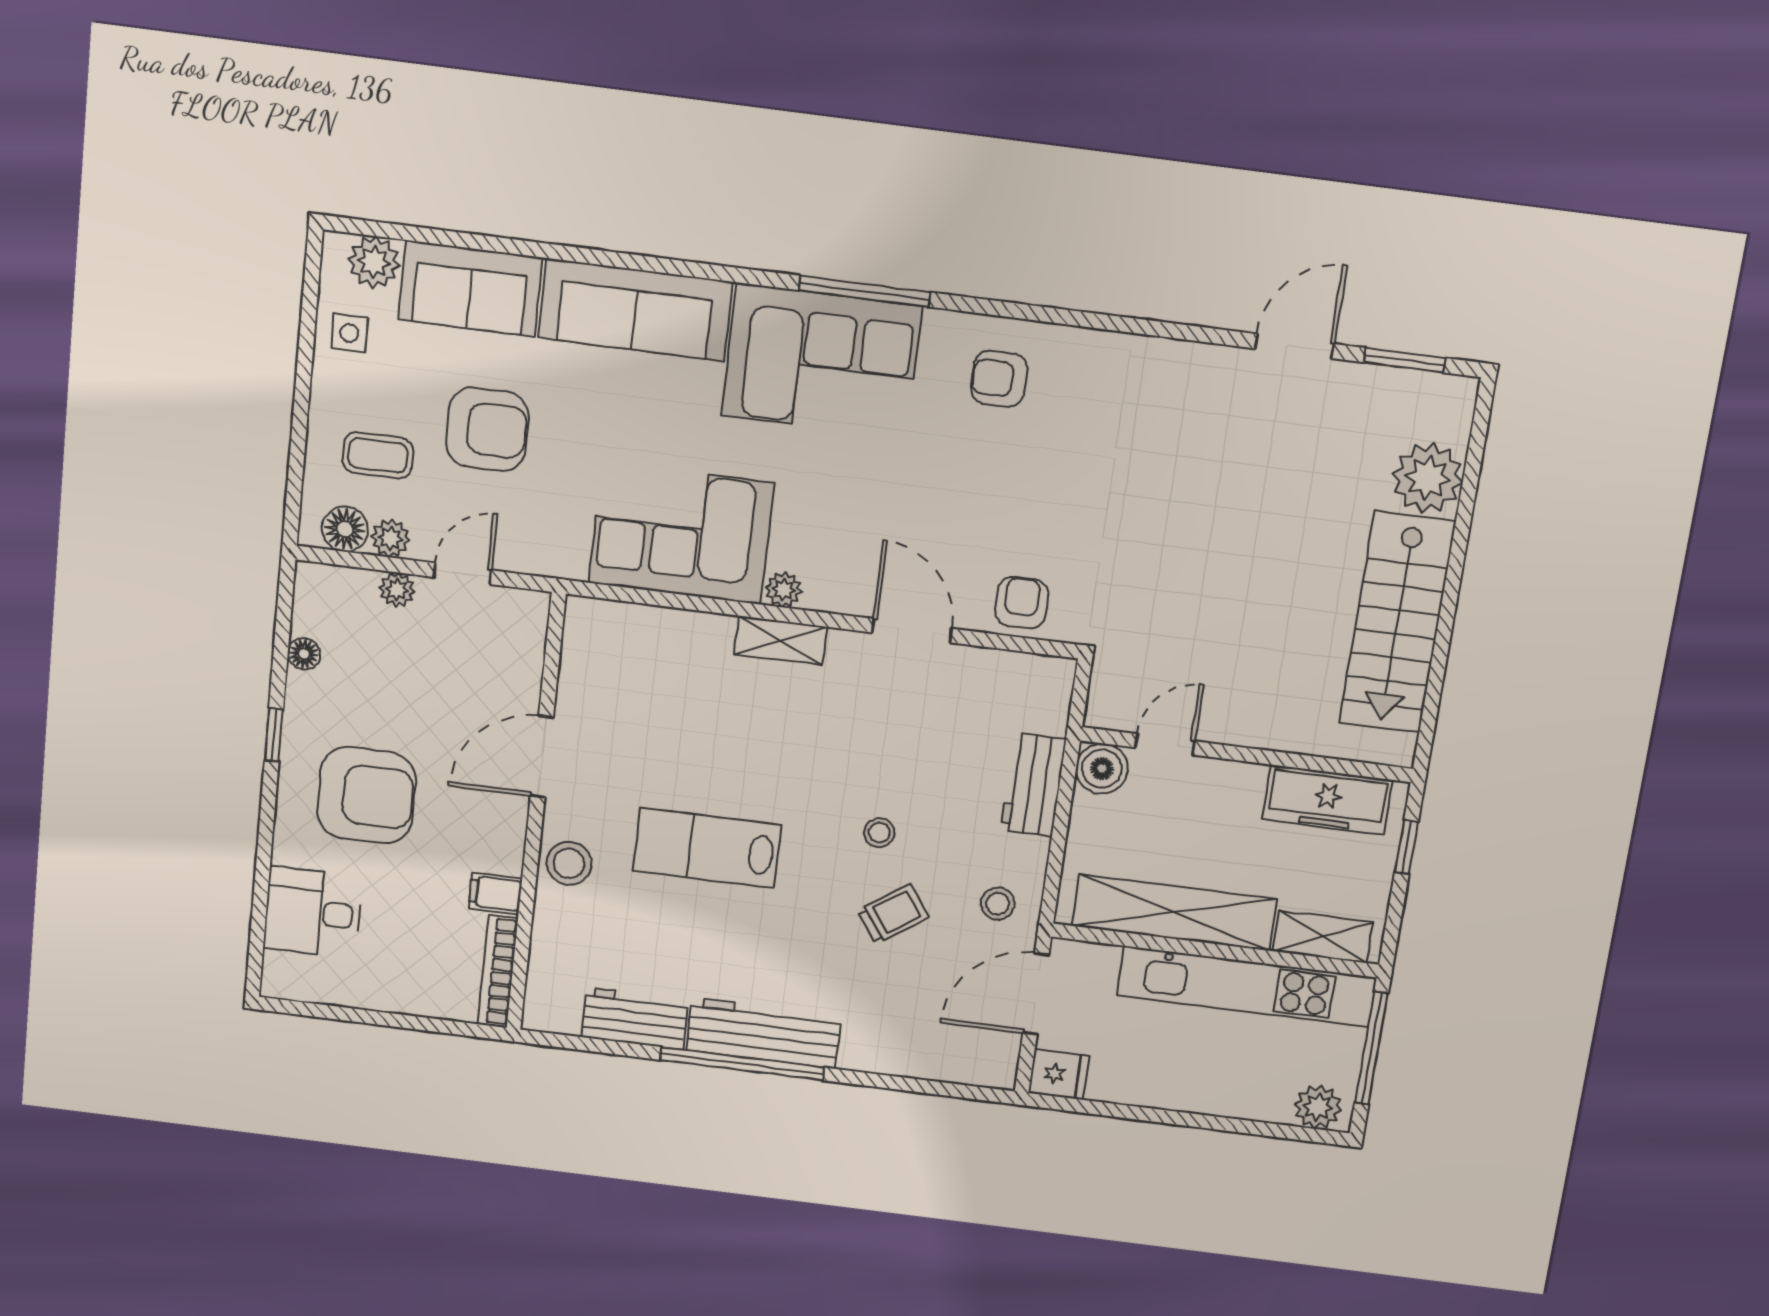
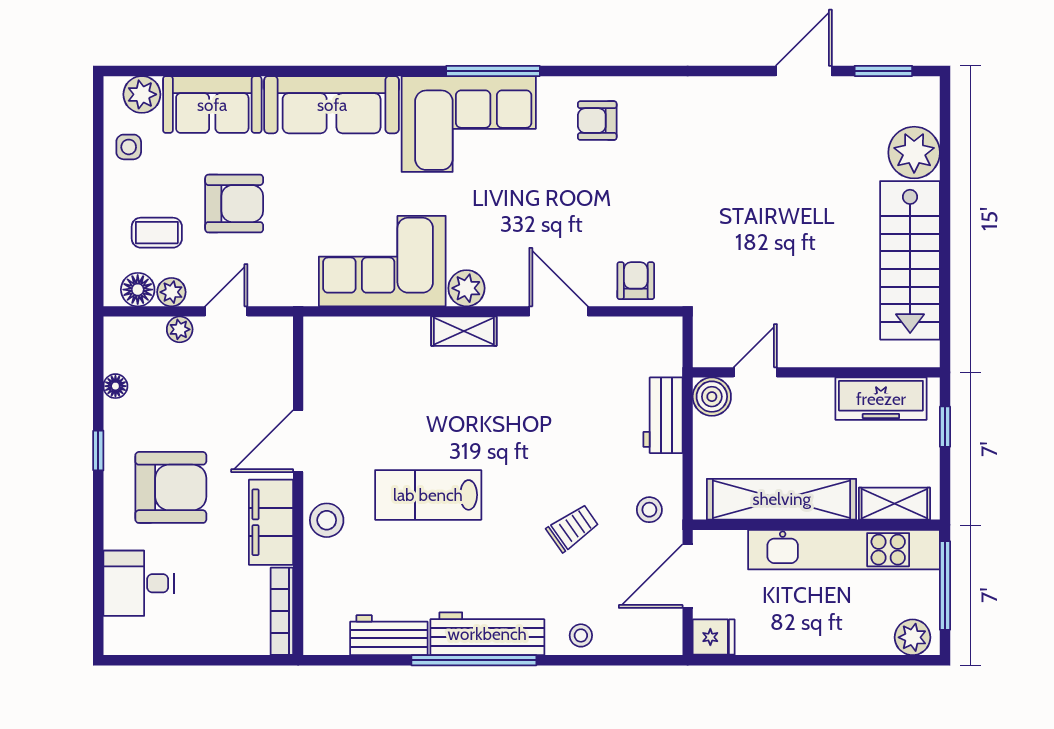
plant: (784, 590) -> (466, 288), width x1.38, depth x1.38
stool: (879, 833) -> (581, 635), moved
filing cabinet: (495, 893) -> (271, 522), width x3.00, depth x1.17

